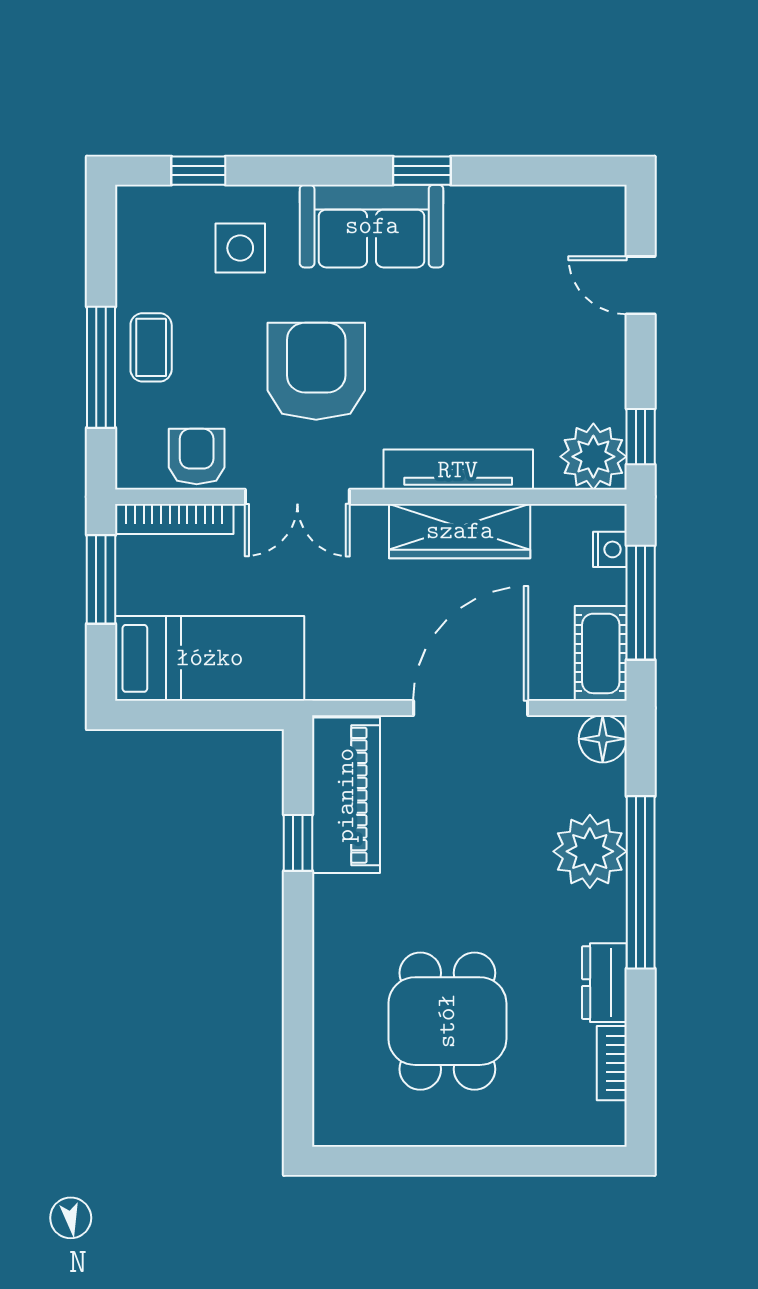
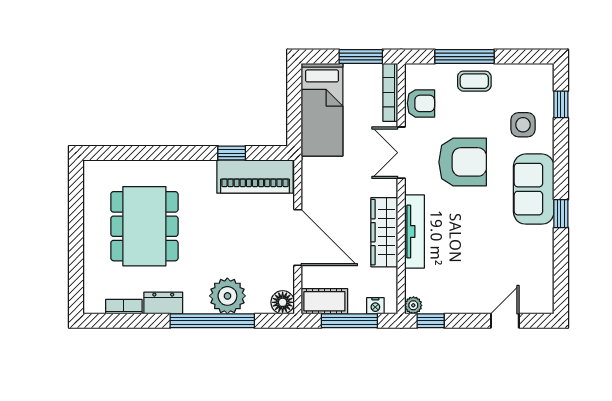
plant: (593, 457) -> (413, 305), width x0.53, depth x0.53
dining table: (447, 1021) -> (144, 226), width x1.38

